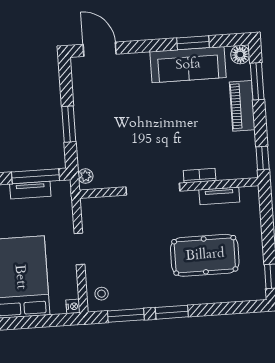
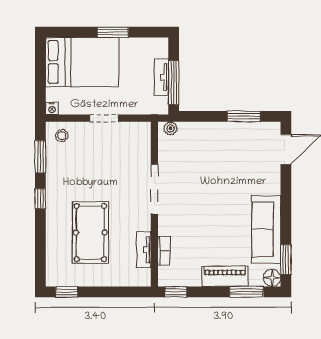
window: (193, 43) -> (286, 260), moved
window: (69, 124) -> (244, 116), moved
bookcase: (200, 176) -> (164, 251), moved
window: (172, 312) -> (40, 199), width x0.67

